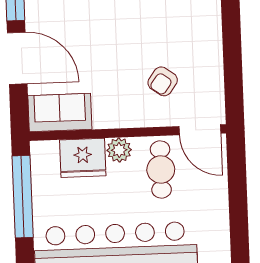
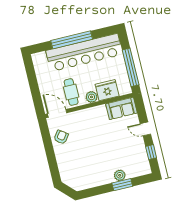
door: (17, 58) -> (145, 129), width x0.53
armchair: (163, 81) -> (61, 137), moved

